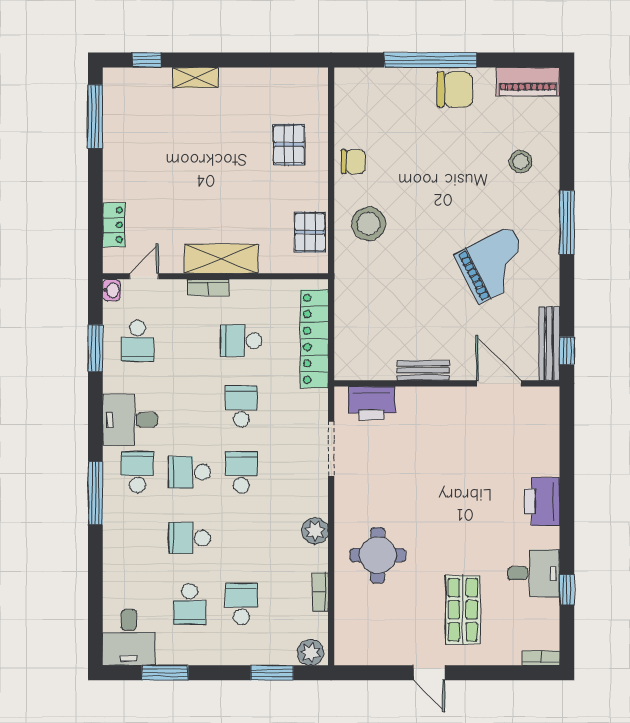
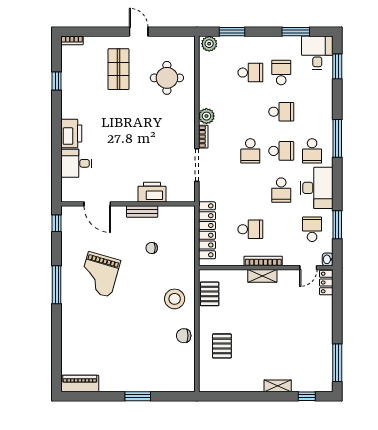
window: (430, 60) -> (138, 396), width x0.47
chair: (455, 89) -> (152, 248), moved, width x0.54, depth x0.54
stool: (521, 162) -> (84, 336), removed
window: (567, 222) -> (57, 285), moved
locker: (114, 225) -> (326, 282), moved
shelving: (221, 259) -> (262, 276), width x0.67, depth x0.75
grand piano: (495, 265) -> (99, 274), turned -47
bookcase: (208, 287) -> (263, 261), width x1.56
bench: (549, 344) -> (67, 228), removed
printer: (371, 403) -> (152, 192), moved
school desk: (241, 406) -> (281, 190), moved
desk: (130, 420) -> (317, 188), width x1.37
round table: (378, 555) -> (167, 78), moved
desk: (534, 573) -> (76, 163), moved
bookcase: (320, 592) -> (203, 137), moved
school desk: (241, 604) -> (250, 73), turned -90
window: (95, 614) -> (337, 66), added

